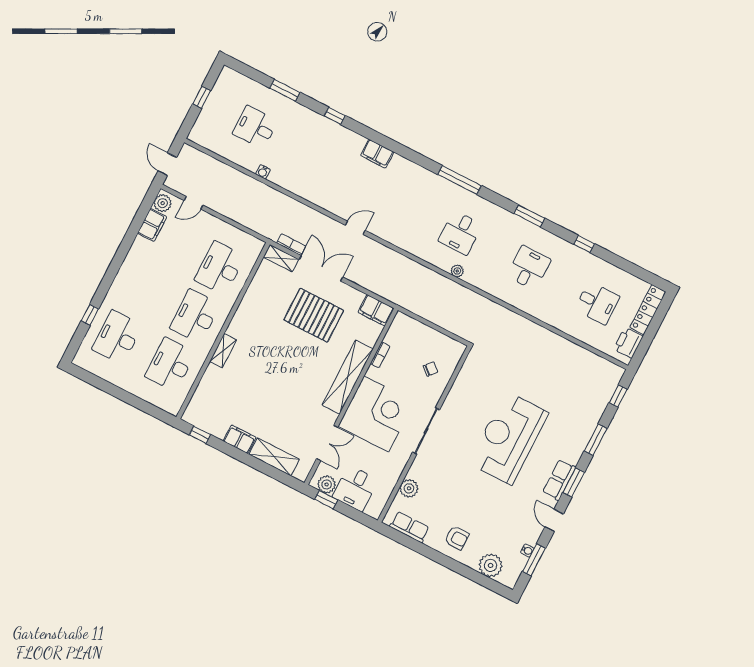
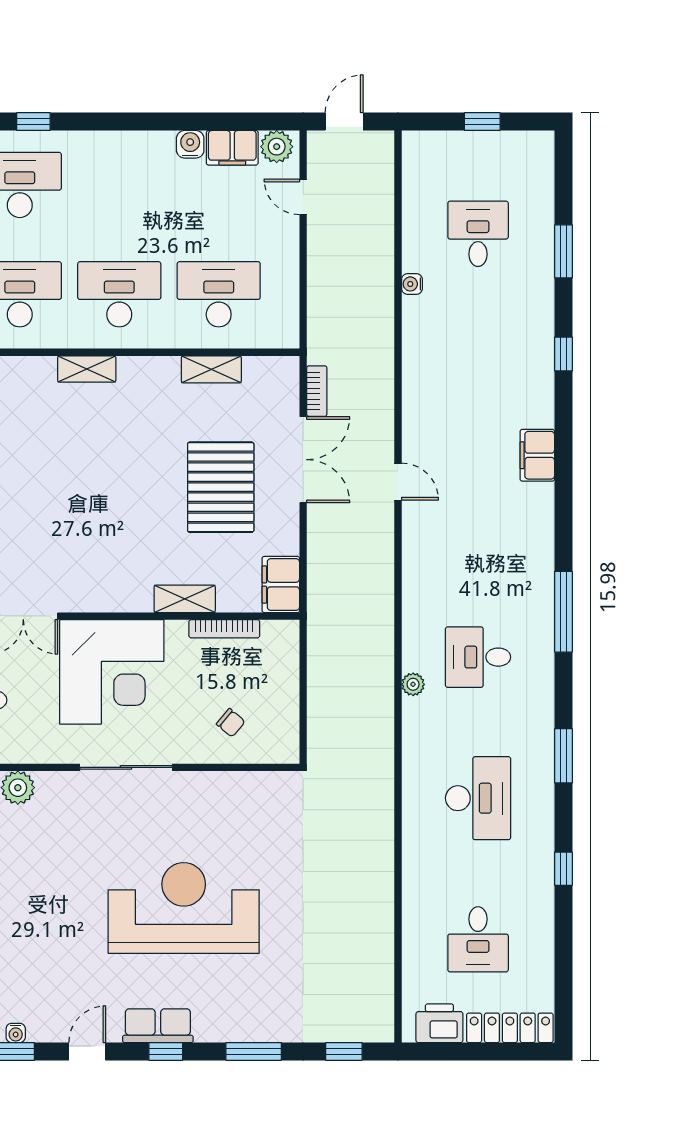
water cooler: (140, 245) -> (190, 144), added
shelving: (281, 258) -> (211, 369), moved, turned 90
desk: (529, 268) -> (478, 798), width x1.37
bookcase: (380, 355) -> (224, 629), width x1.56
shelving: (348, 377) -> (185, 599), width x0.45, depth x0.75
window: (574, 482) -> (166, 1051), width x0.67

